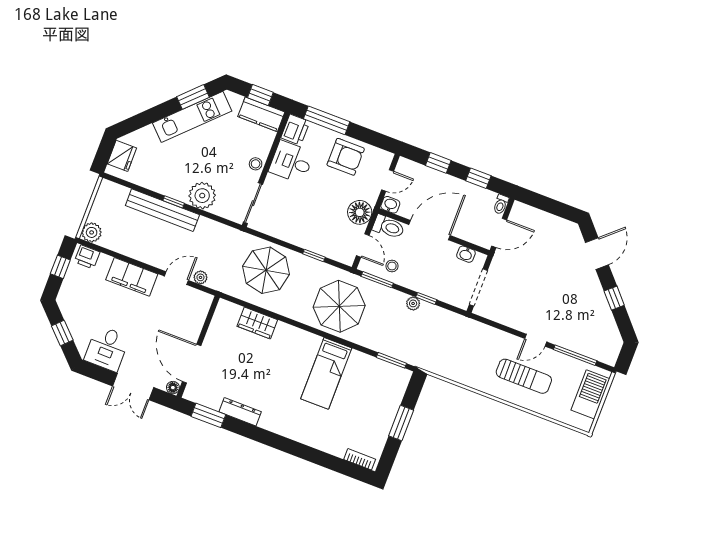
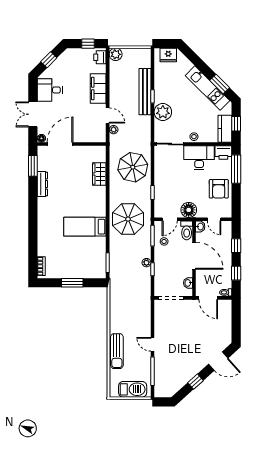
desk: (291, 162) -> (199, 158), width x1.37
sun lounger: (524, 376) -> (117, 351), moved

